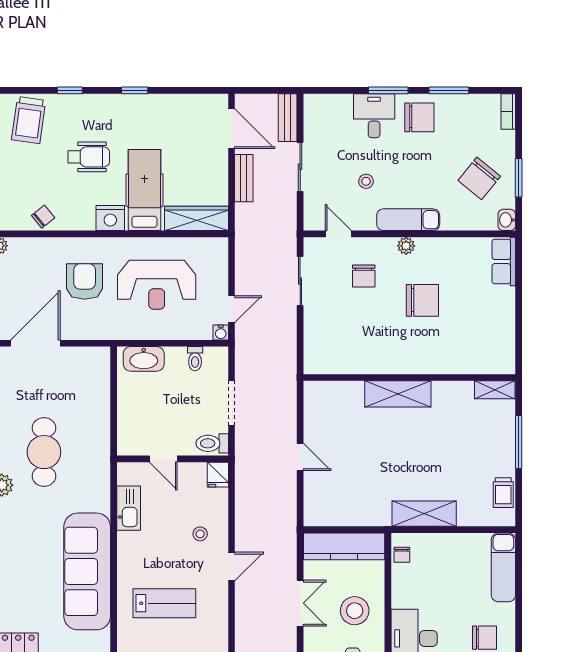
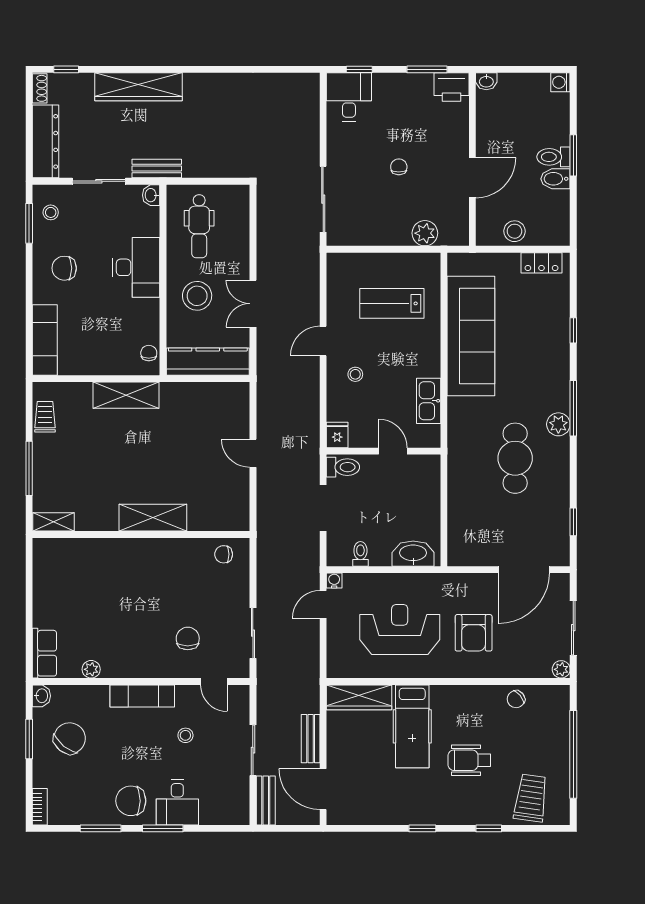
nightstand: (110, 218) -> (447, 698), removed
plant: (406, 246) -> (91, 669), moved
chair: (422, 300) -> (224, 554), moved, width x0.54, depth x0.54

